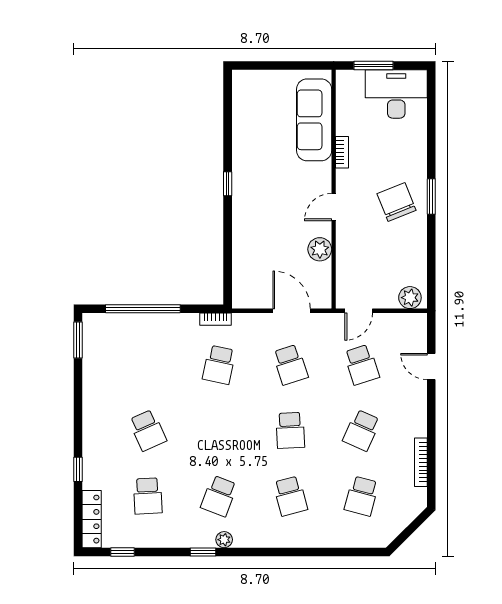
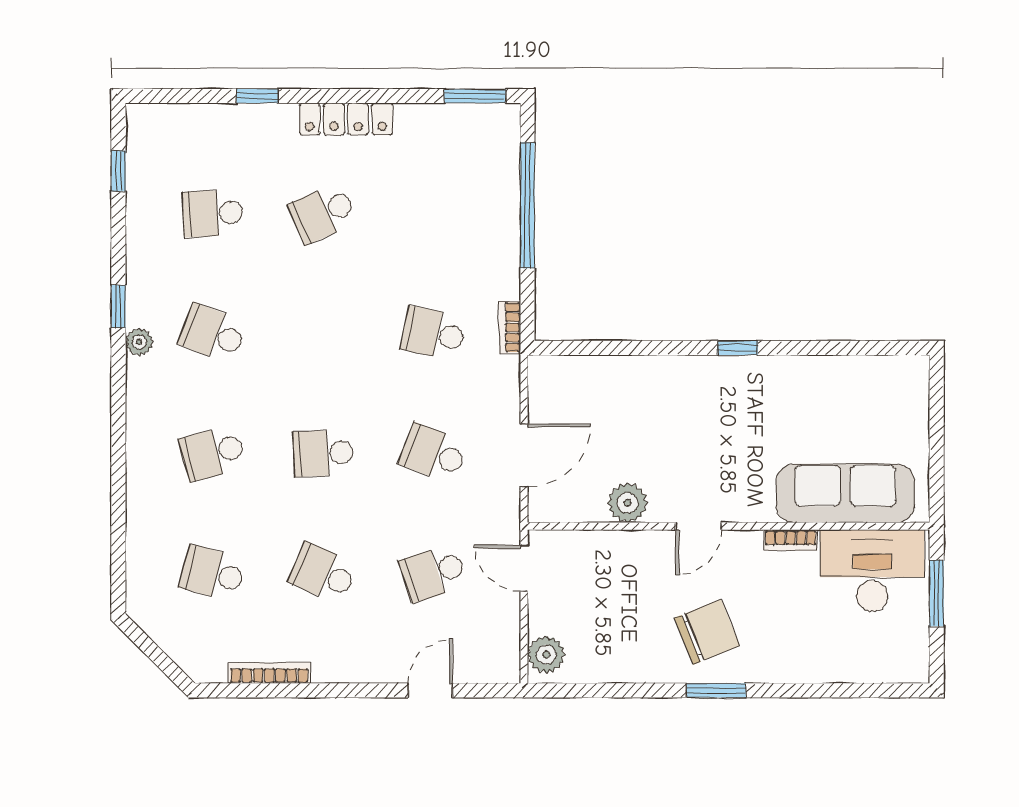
desk: (396, 94) -> (872, 570), moved, turned -90
door: (334, 207) -> (698, 526), swing flipped
school desk: (290, 365) -> (433, 453), turned 39
locker: (92, 519) -> (346, 119), moved

